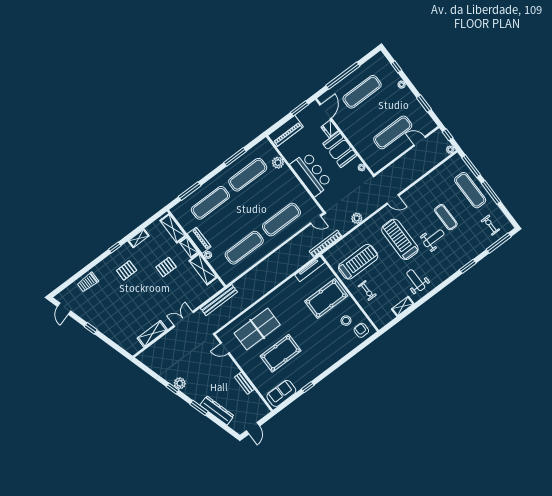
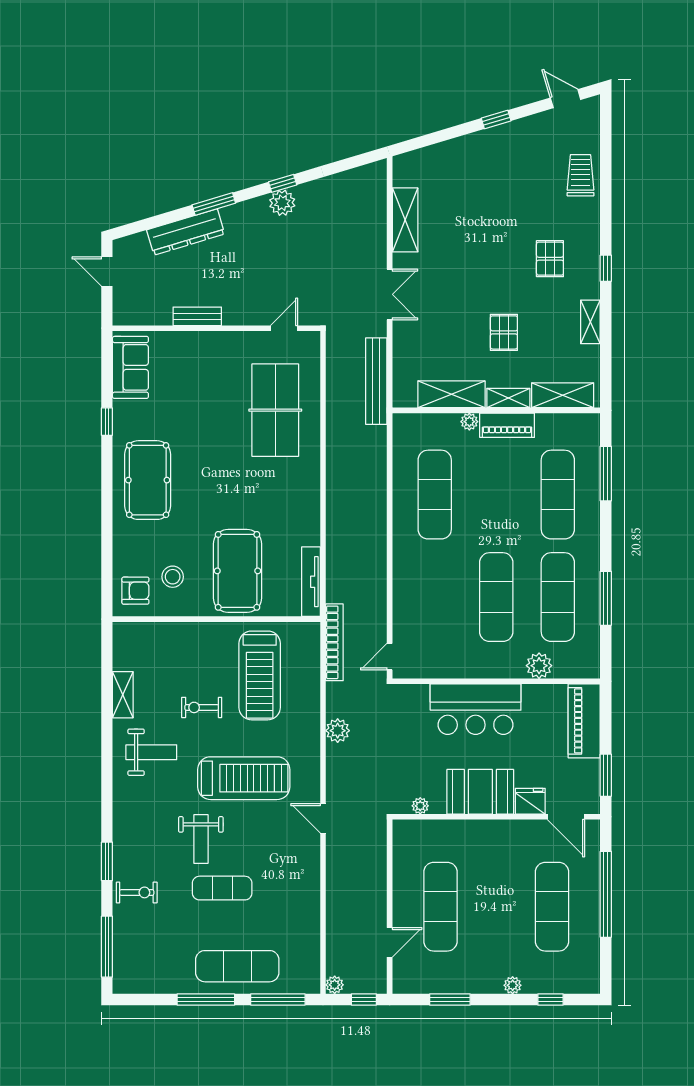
door: (393, 199) -> (323, 818), hinge flipped
exercise mat: (282, 220) -> (496, 597), moved
exercise bike: (491, 225) -> (137, 892), moved
exercise bike: (367, 291) -> (202, 707), moved
pool table: (280, 353) -> (148, 480), moved

